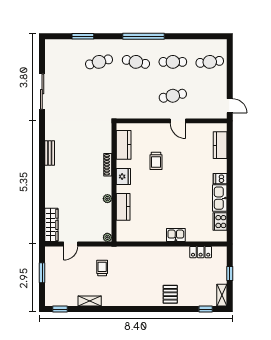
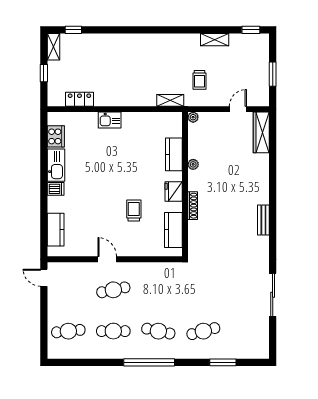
shelving: (126, 251) -> (170, 100), added
pallet: (170, 294) -> (117, 48), removed

